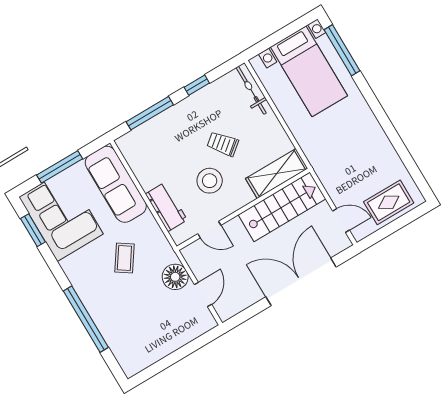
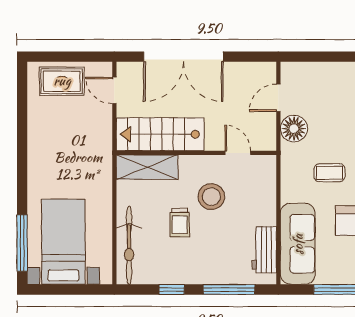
bicycle: (251, 90) -> (129, 245), width x1.37, depth x1.40
trolley: (223, 144) -> (180, 223), turned 39
workbench: (166, 207) -> (264, 250), moved
coffee table: (124, 258) -> (329, 173), turned 56

